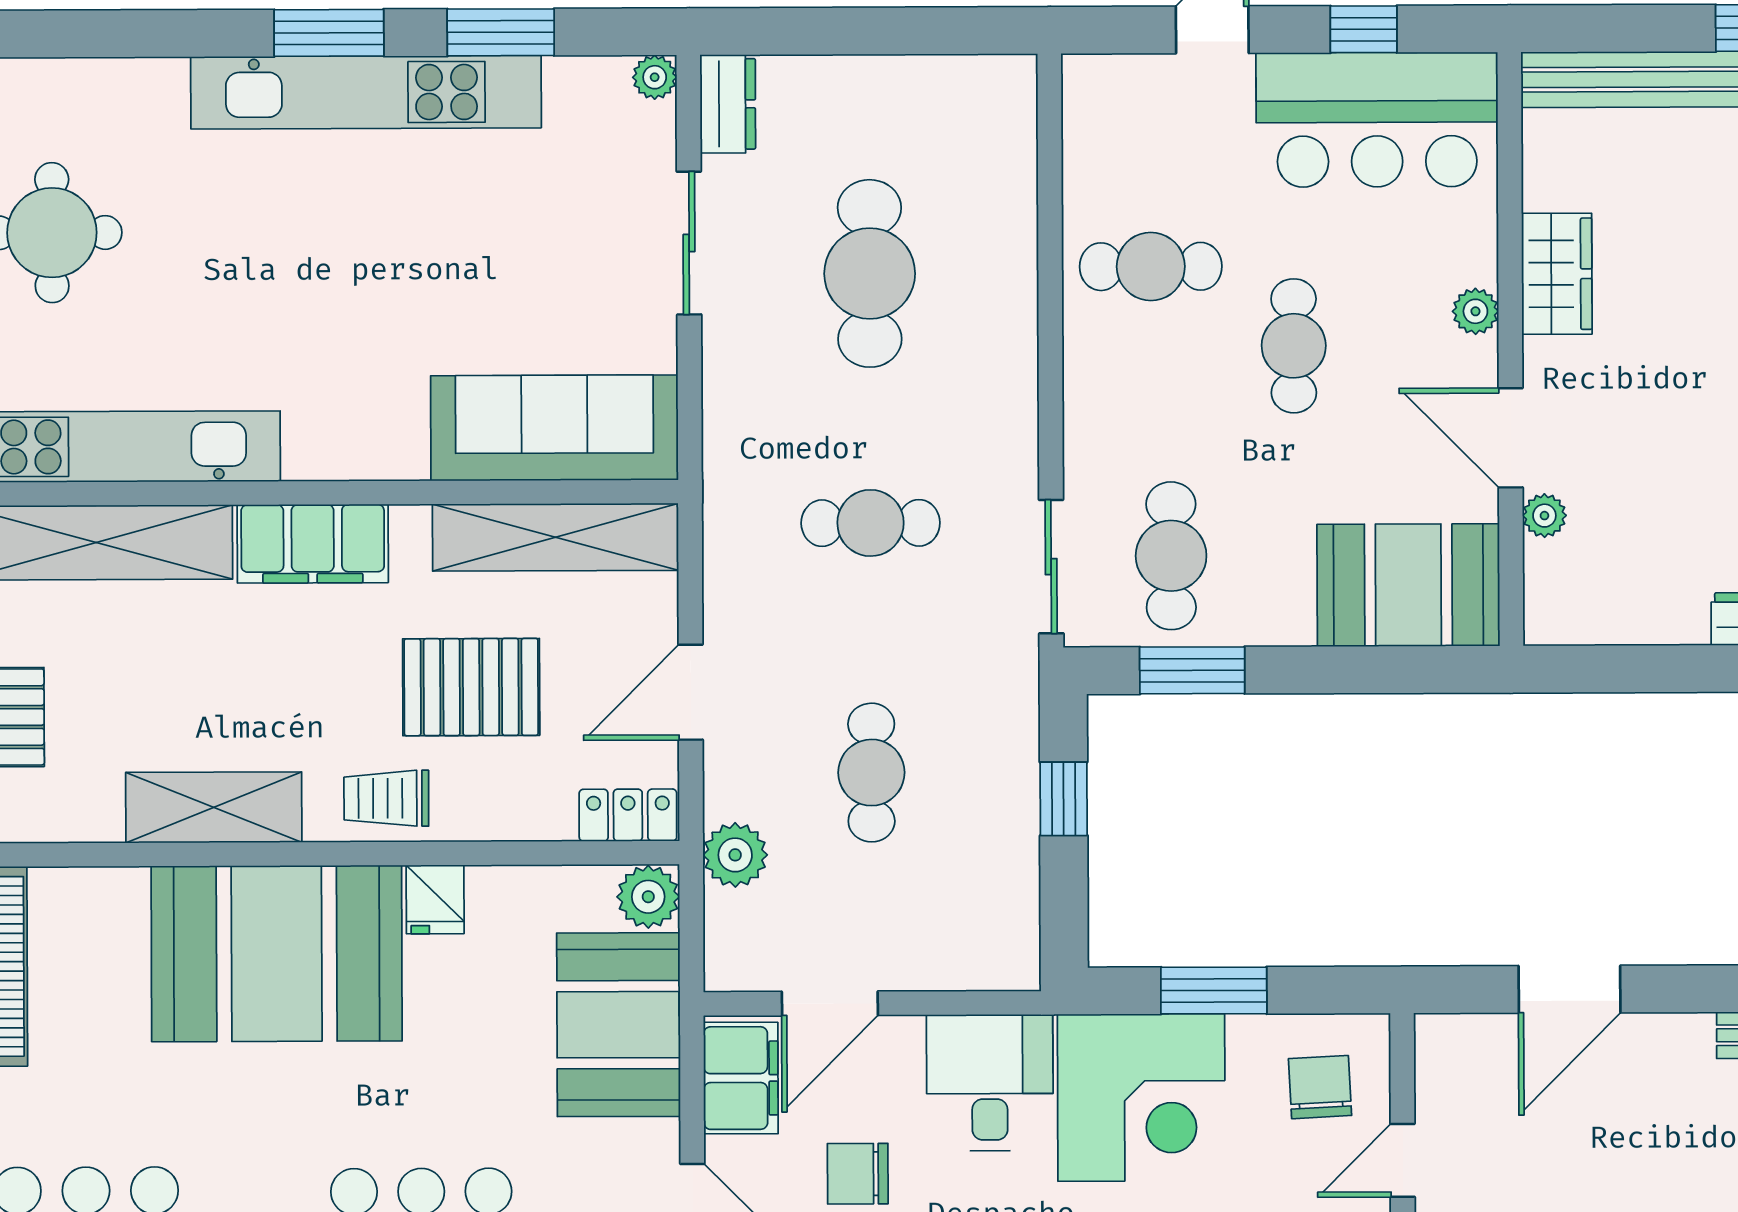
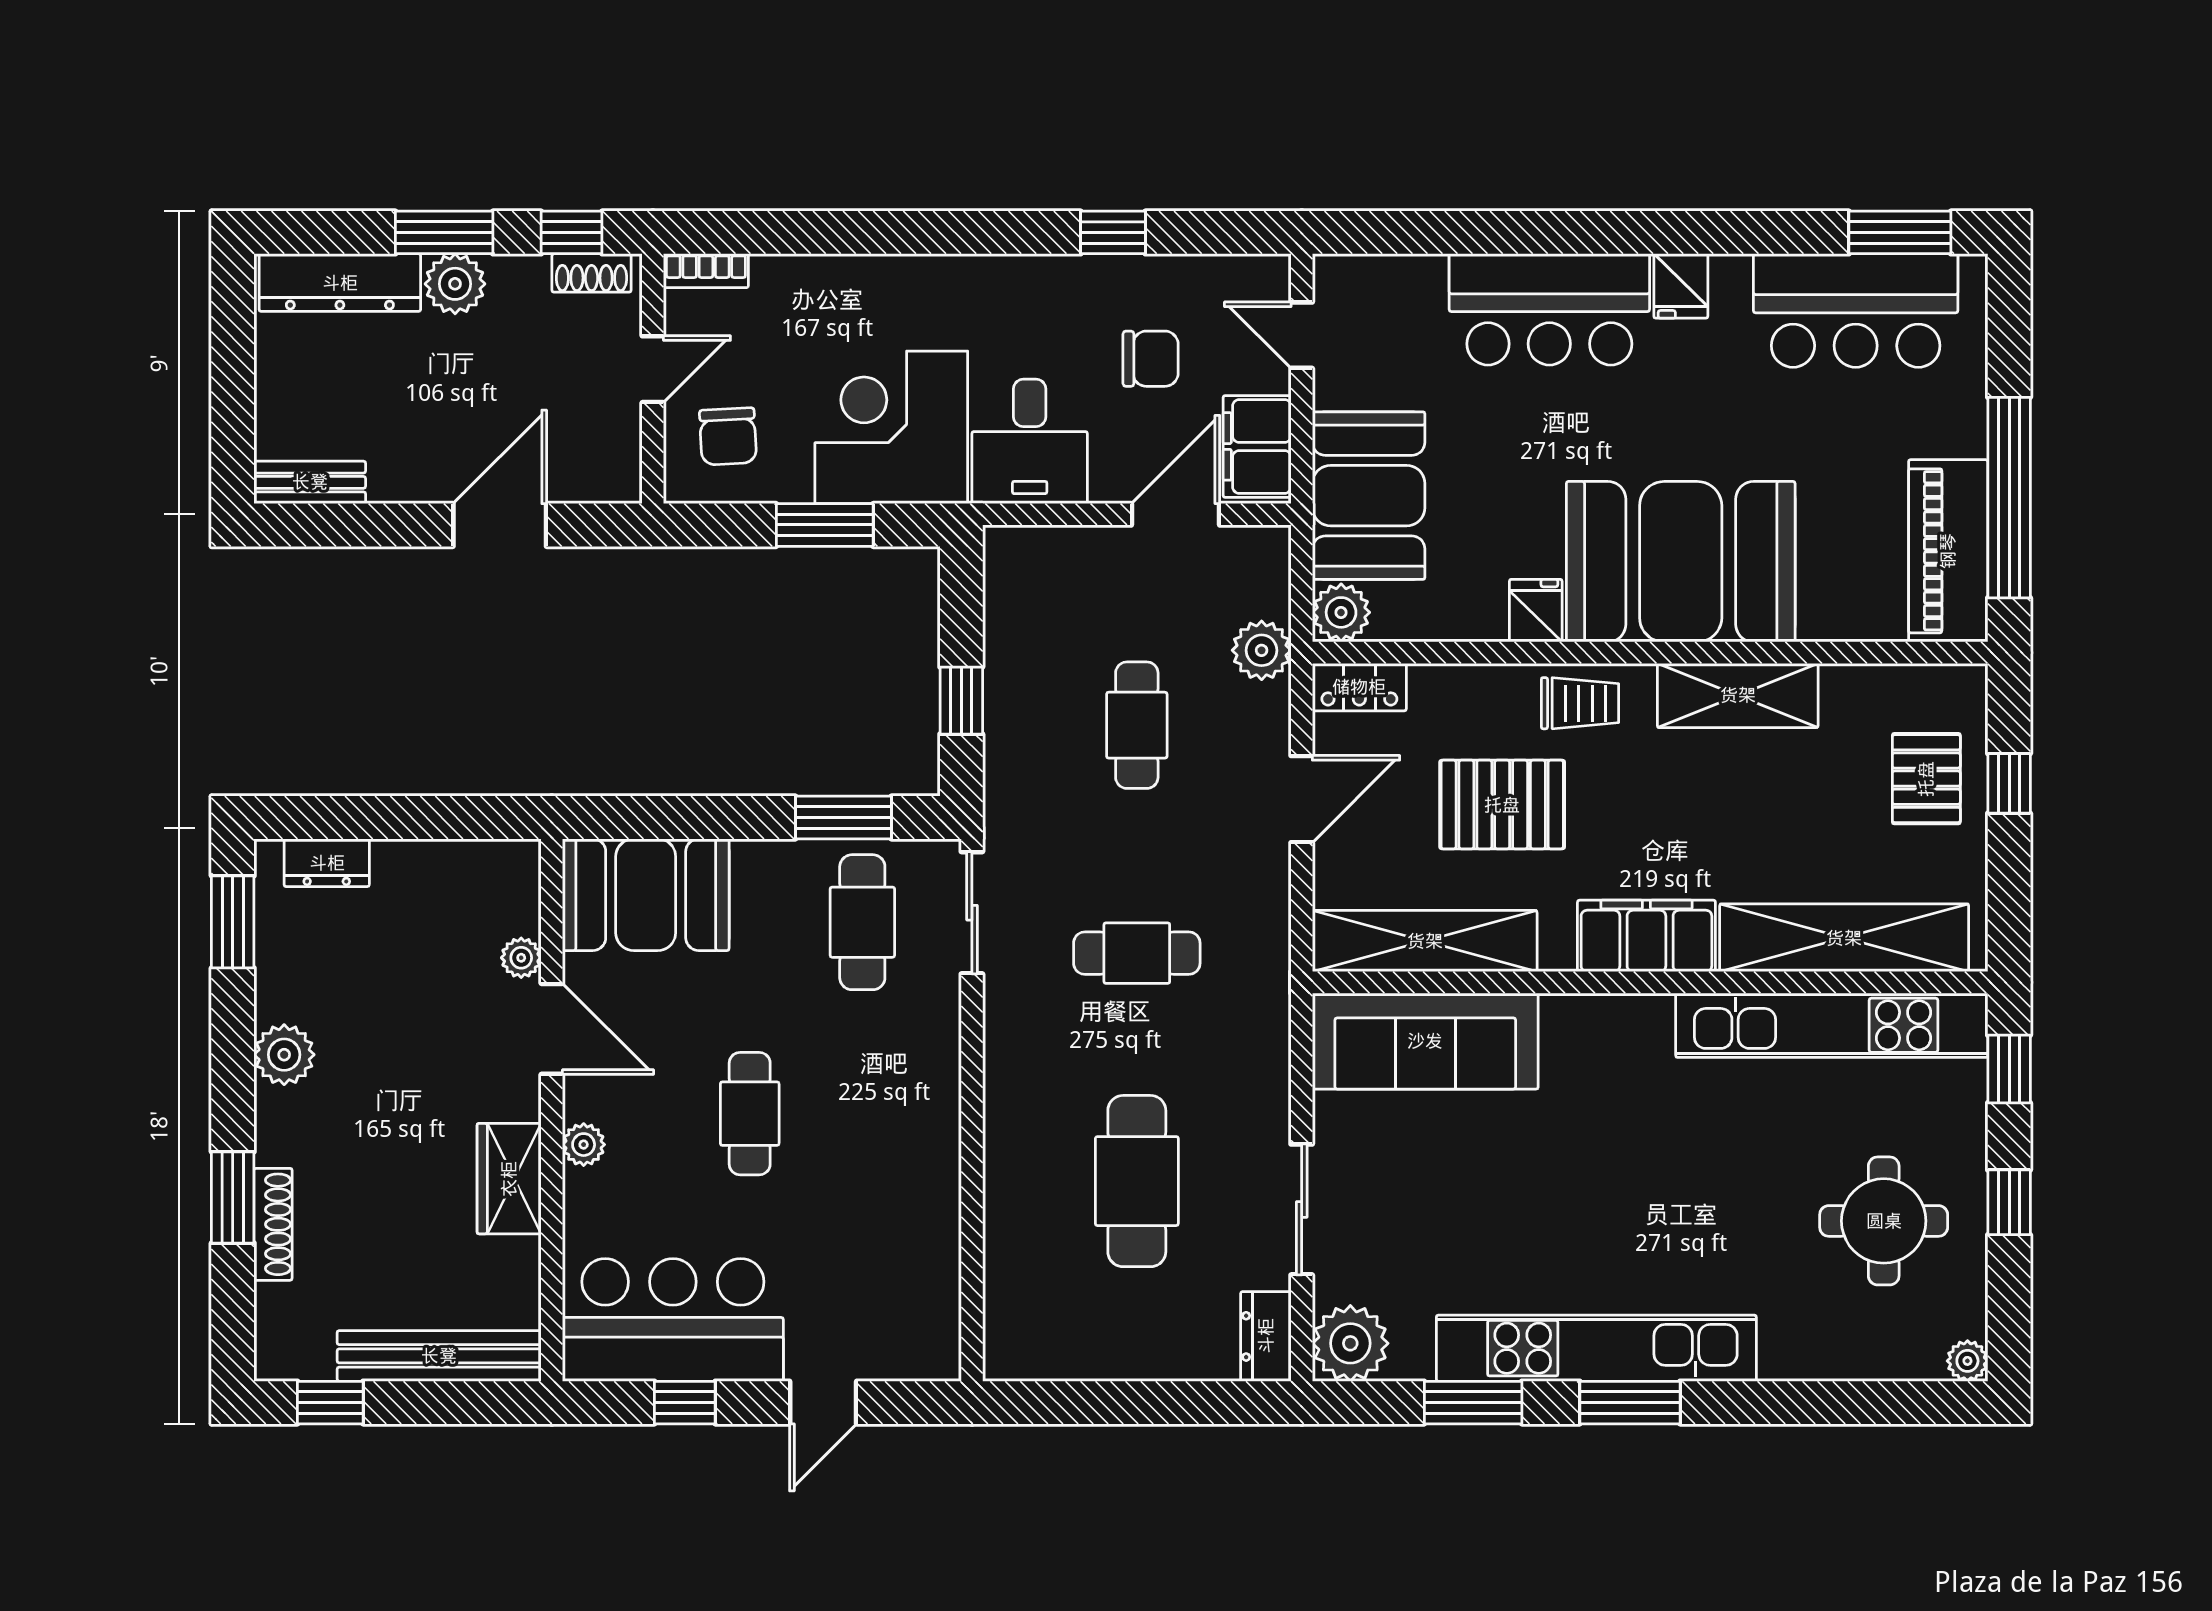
plant: (655, 77) -> (1350, 1343), width x1.88, depth x1.88
cafe table: (1151, 266) -> (880, 1187), removed

